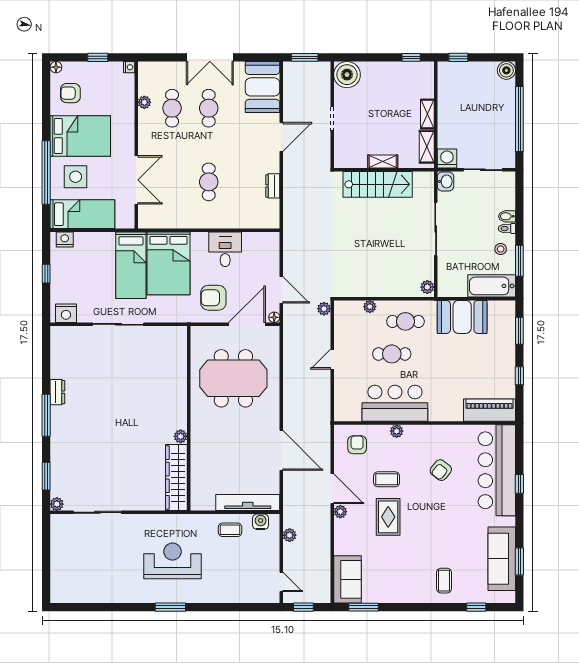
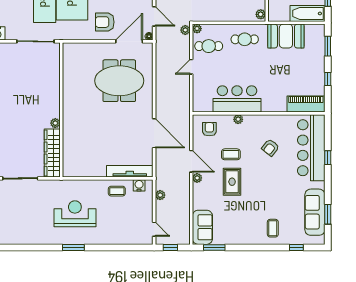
plant: (370, 307) -> (197, 29), moved
cafe table: (392, 354) -> (209, 46), moved
wall: (189, 418) -> (61, 110), moved
plant: (181, 436) -> (55, 123), moved
wardrobe: (176, 477) -> (52, 153), moved

